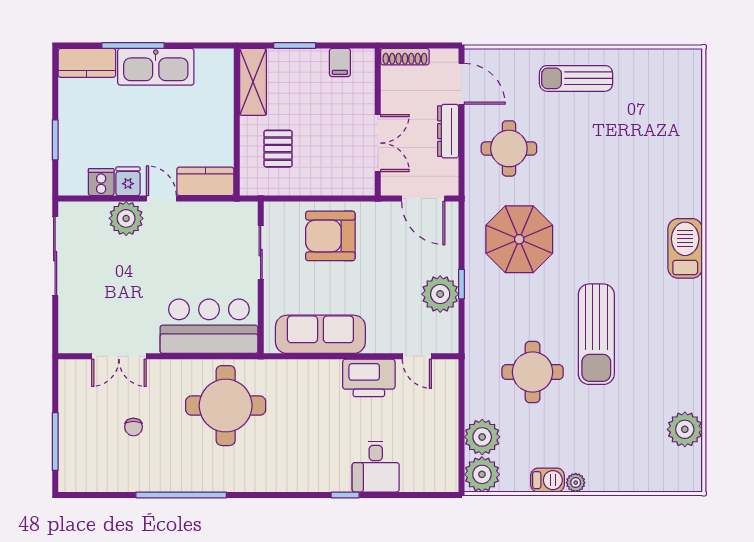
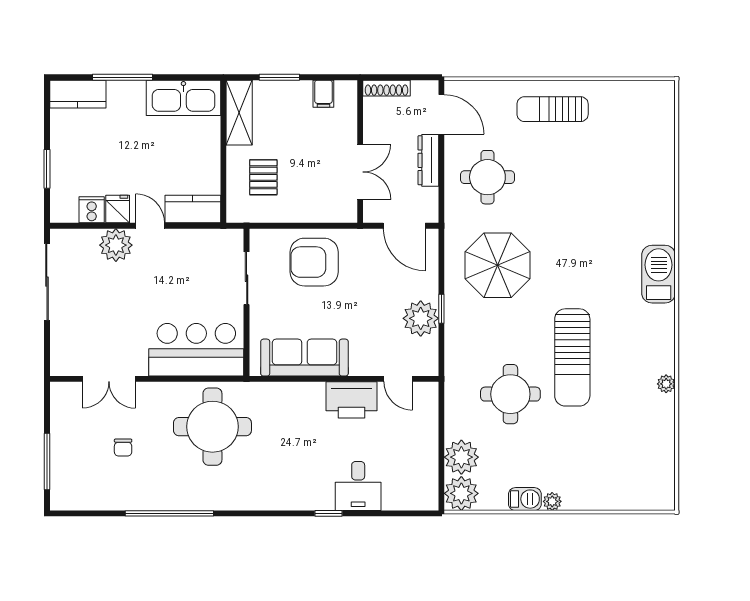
kitchen sink: (156, 67) -> (183, 98), moved
plant: (685, 429) -> (666, 384), moved, width x0.53, depth x0.53

